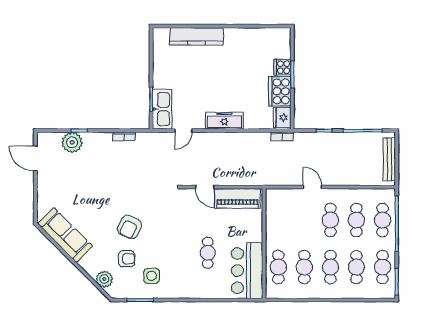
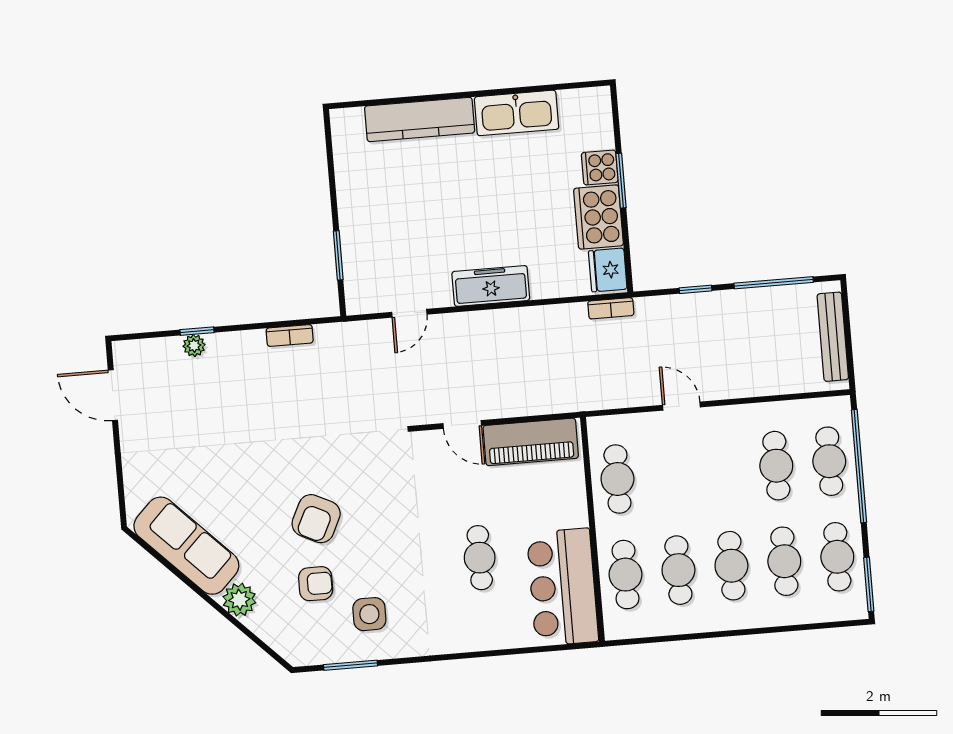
kitchen sink: (162, 109) -> (517, 113), moved, turned 90
plant: (72, 142) -> (194, 346), width x0.53, depth x0.53
cafe table: (330, 220) -> (617, 479), moved
plant: (104, 279) -> (239, 600), moved

